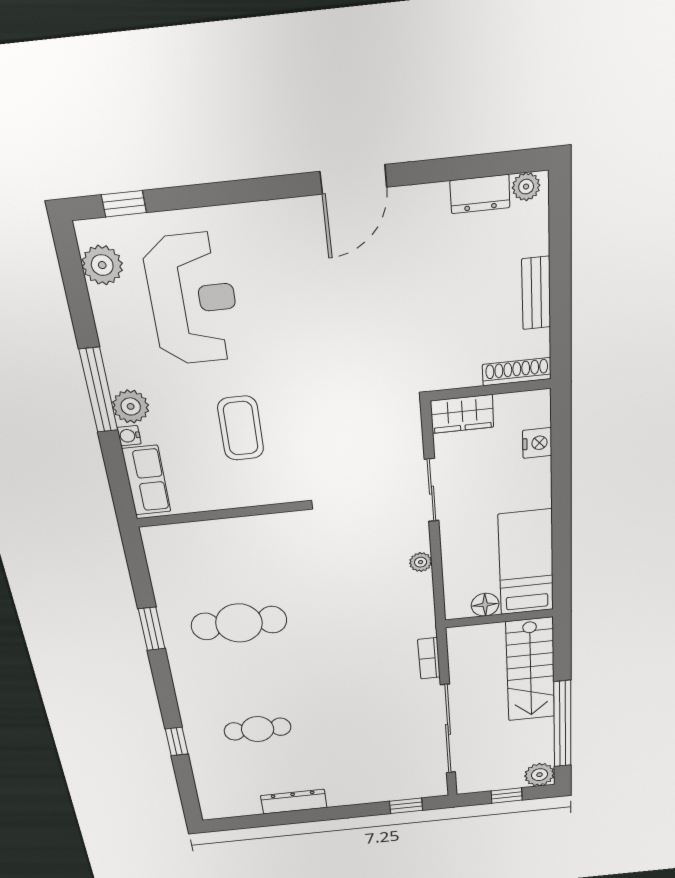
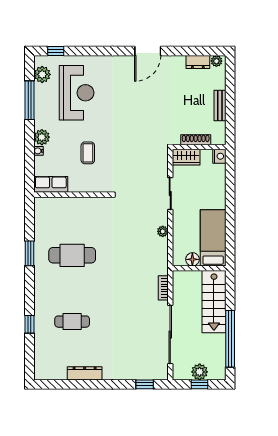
shoe rack: (517, 372) -> (196, 140), moved
window: (99, 390) -> (30, 100), moved
coffee table: (241, 428) -> (88, 153), width x0.73, depth x0.77
nightstand: (537, 443) -> (219, 156), moved
row of seats: (146, 480) -> (51, 184), moved, turned -90
plant: (539, 775) -> (200, 372), moved

